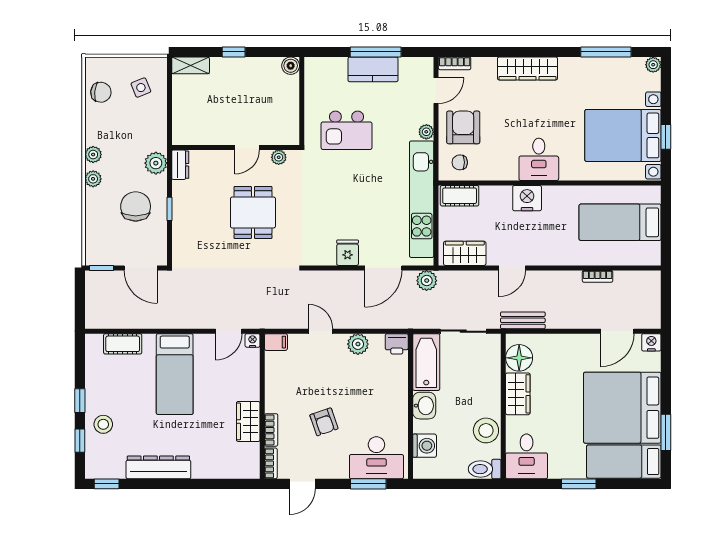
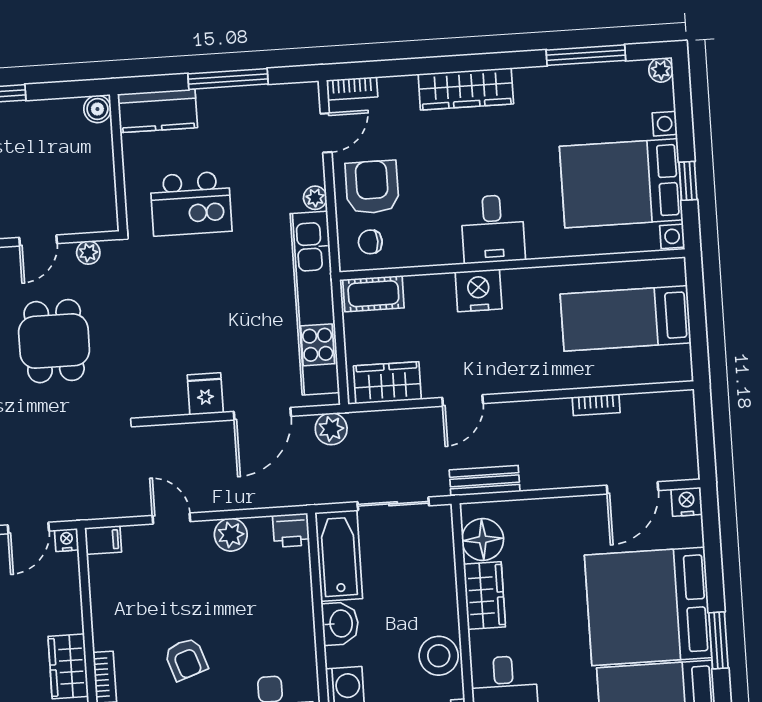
kitchen counter: (373, 69) -> (158, 111), moved

